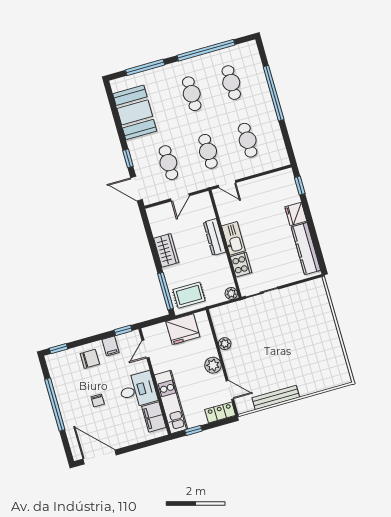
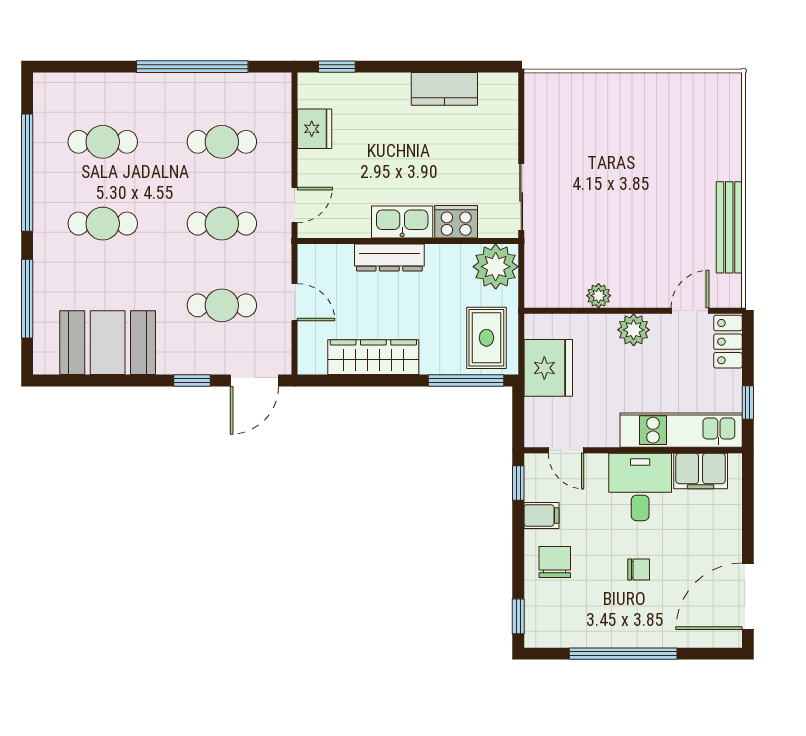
window: (274, 93) -> (192, 67), moved
fridge: (296, 214) -> (314, 129), moved, turned -90
kitchen counter: (306, 249) -> (444, 89), width x0.67
wardrobe: (166, 250) -> (373, 357), width x1.50
plant: (231, 293) -> (496, 267), width x1.87, depth x1.87

